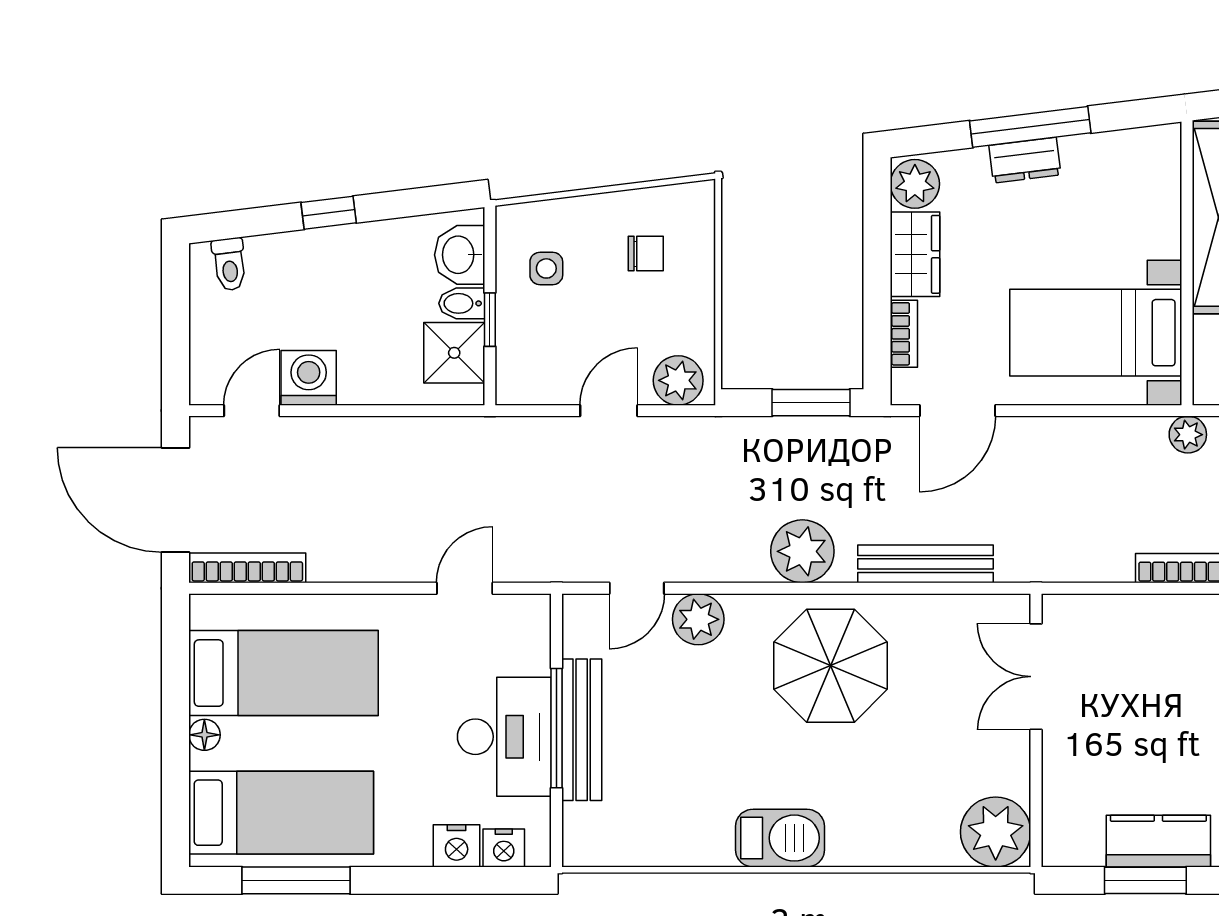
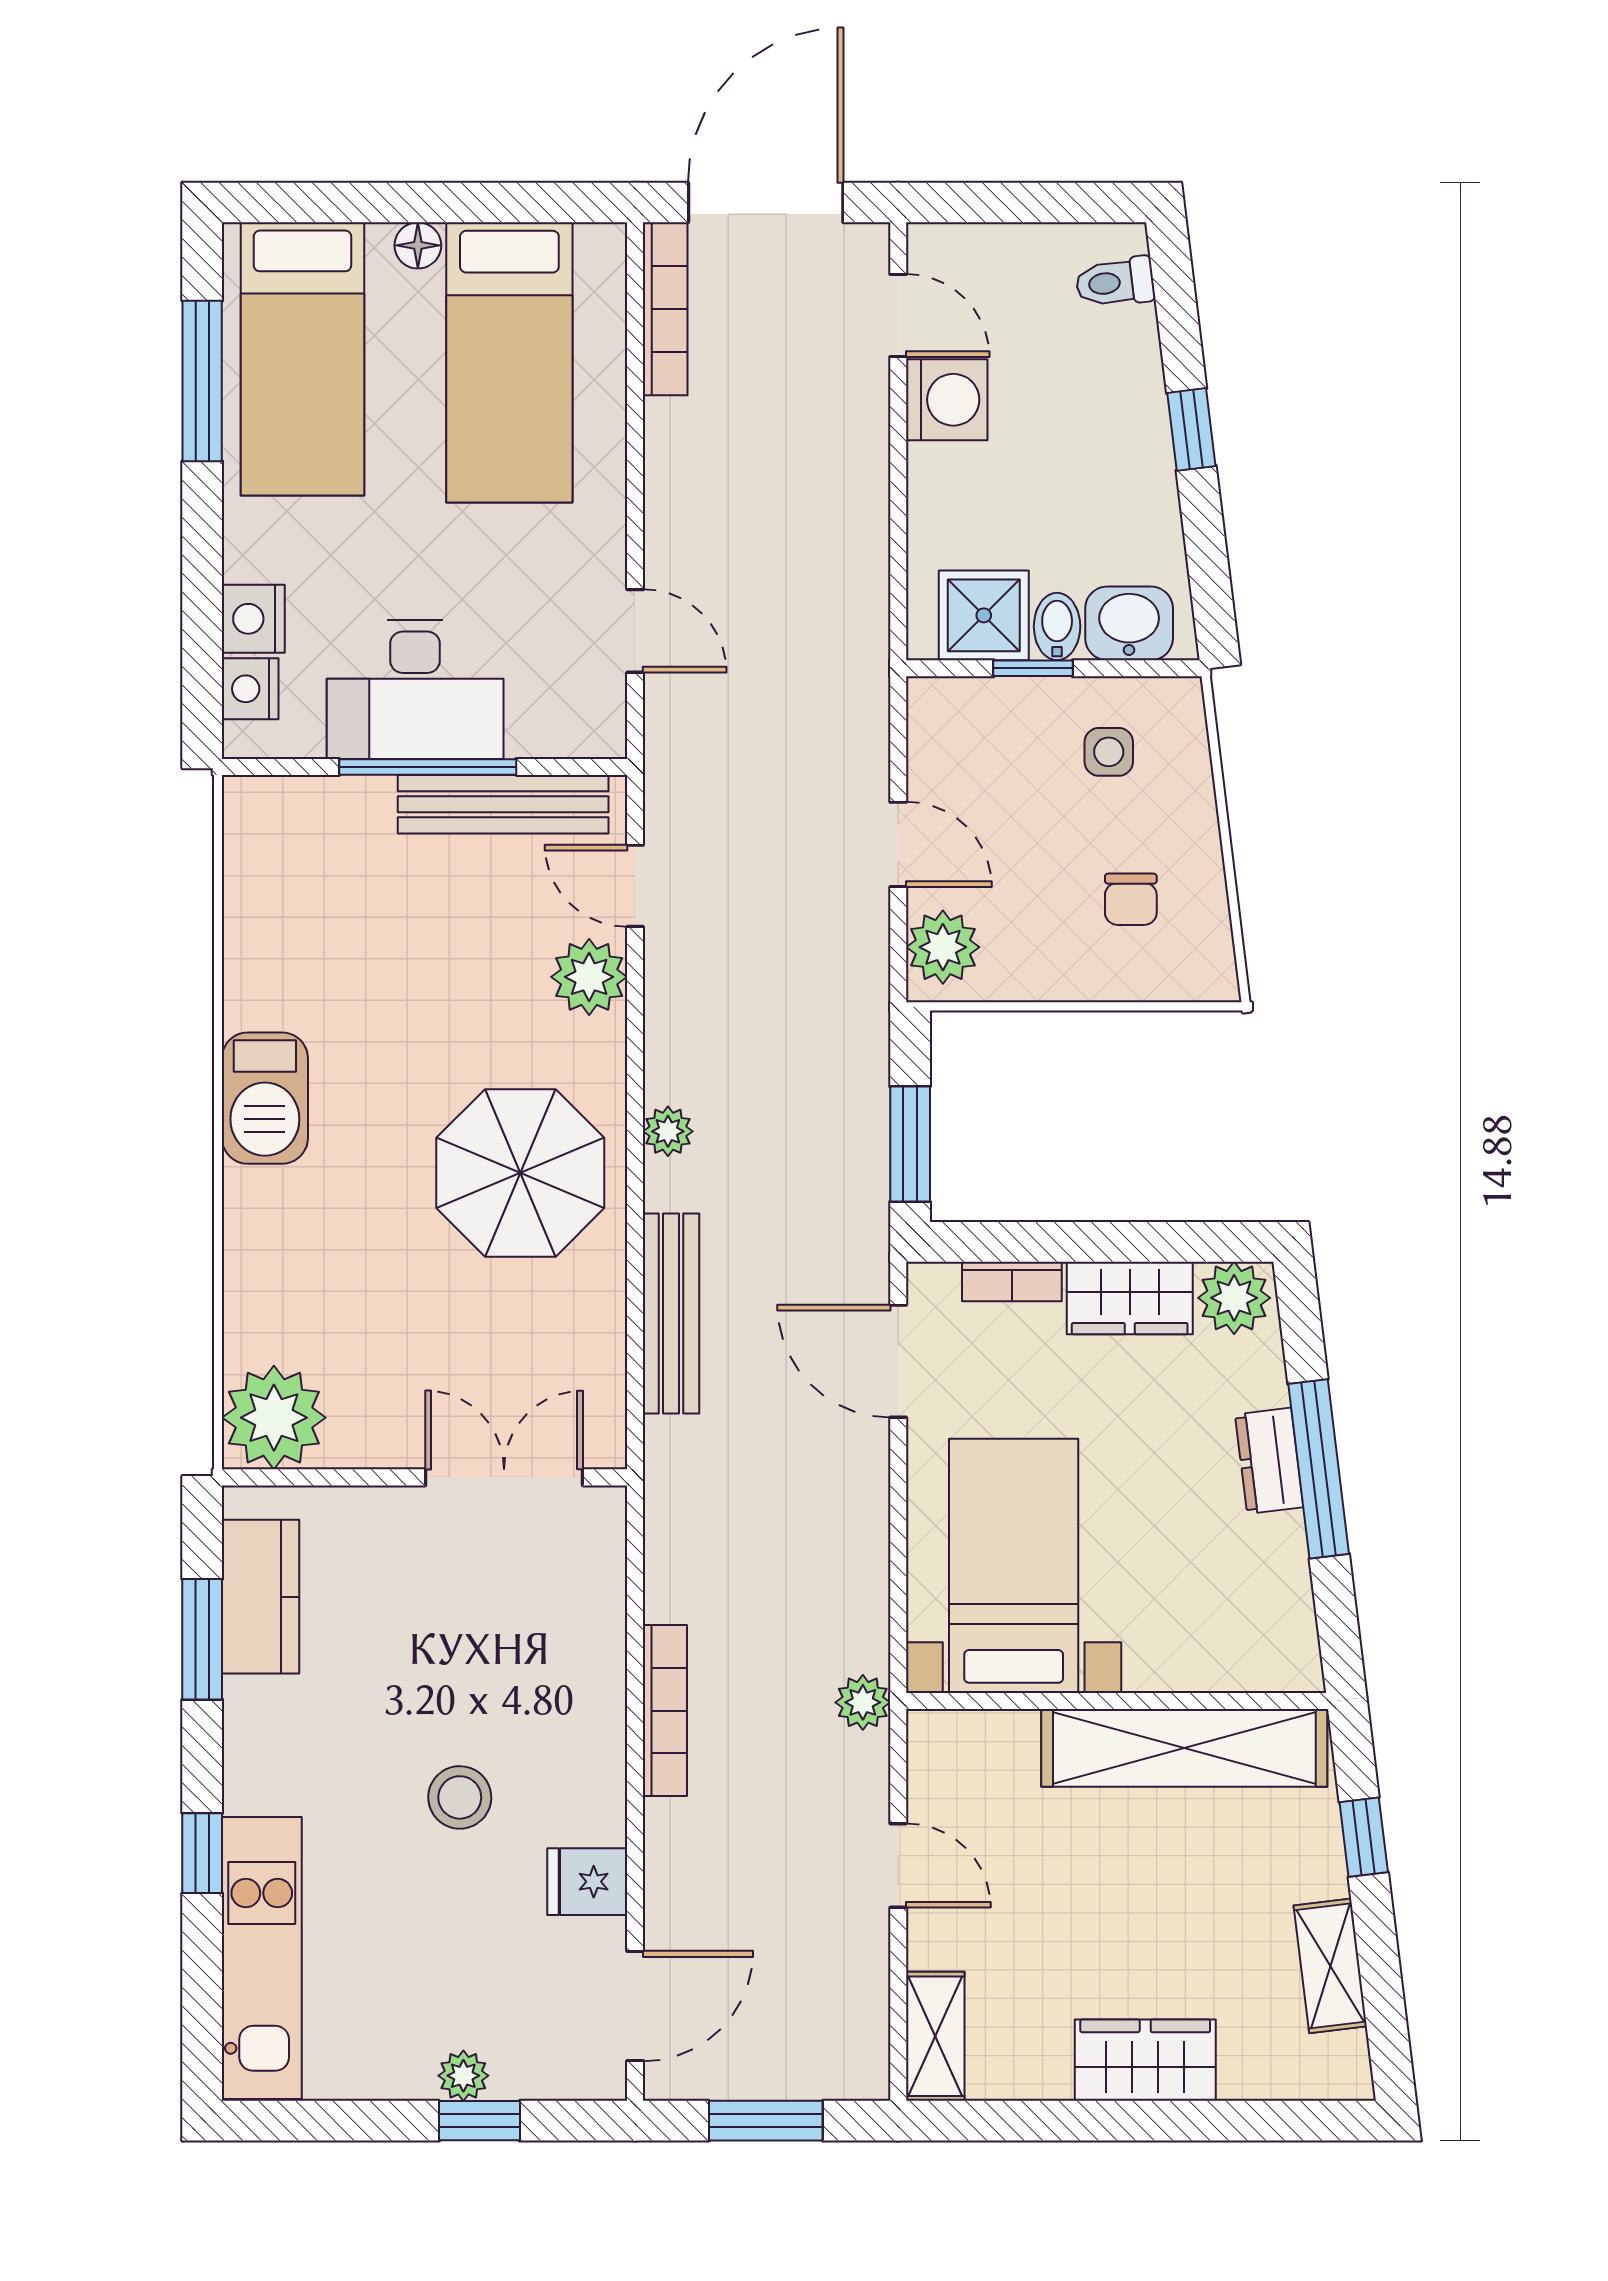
plant: (802, 551) -> (668, 1131), width x0.53, depth x0.53
bench: (582, 730) -> (503, 804), moved
kitchen counter: (1158, 841) -> (260, 1597), moved

